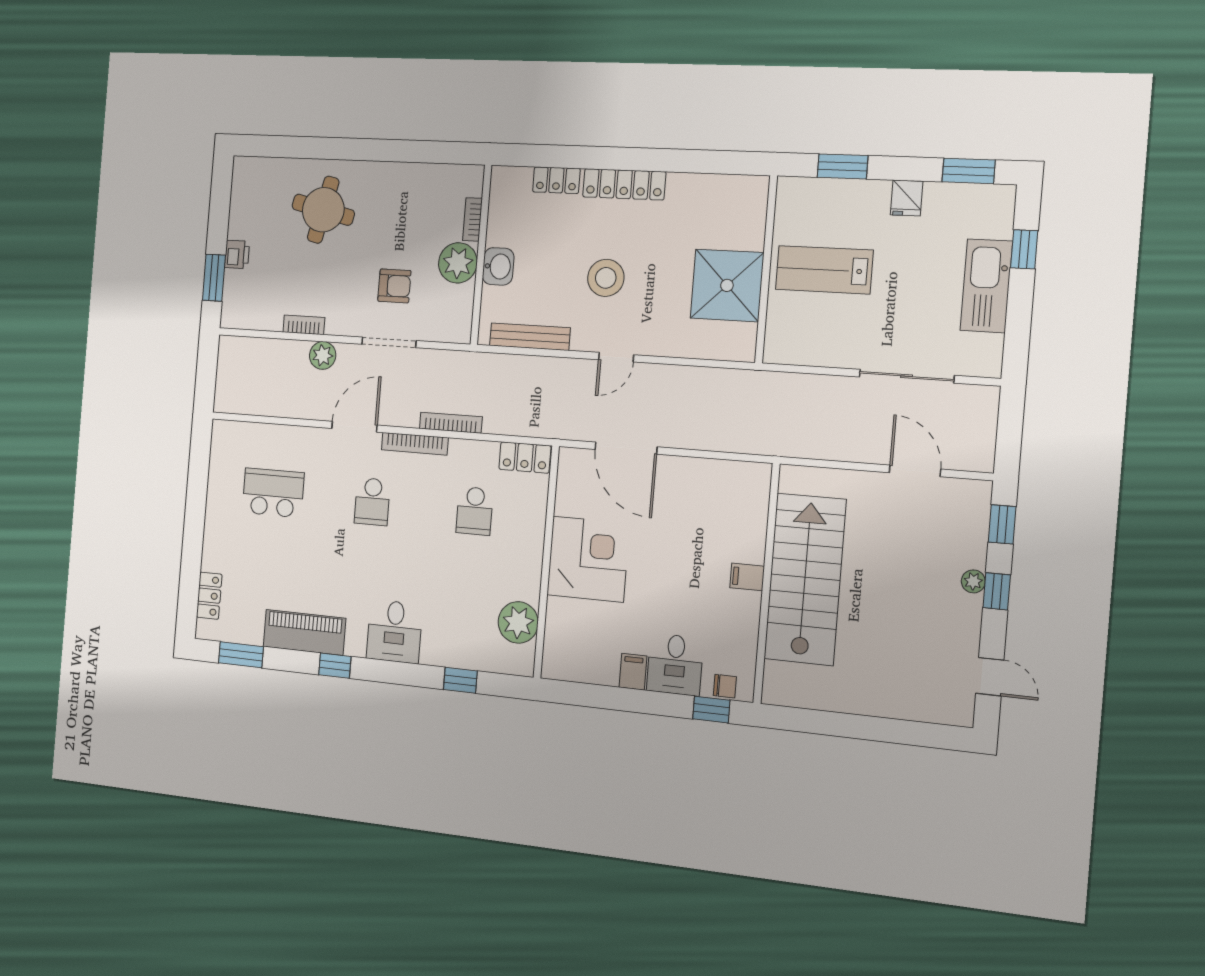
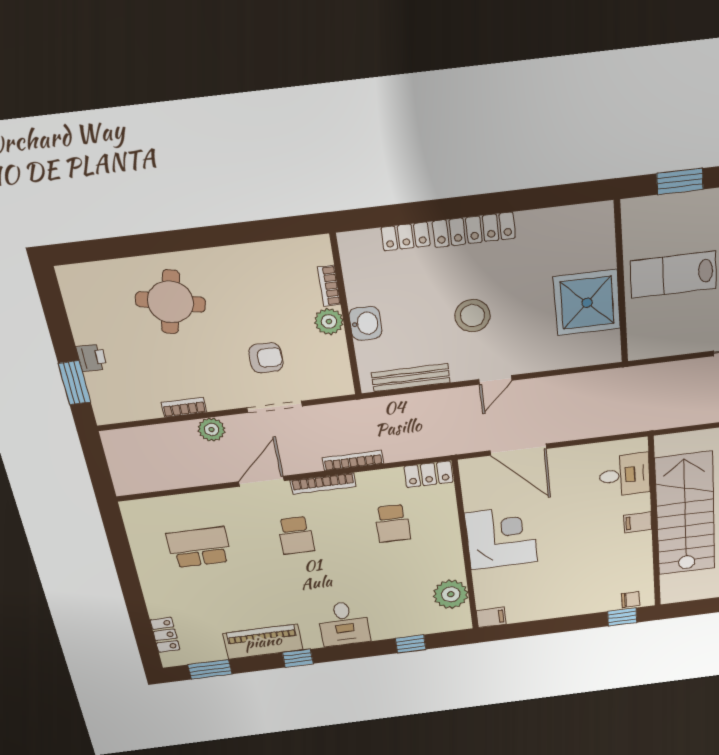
plant: (458, 263) -> (329, 321), width x0.73, depth x0.73
desk: (675, 665) -> (625, 475), moved, turned -90
filing cabinet: (633, 672) -> (491, 617), moved, turned 90

